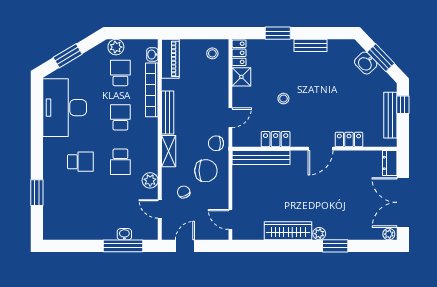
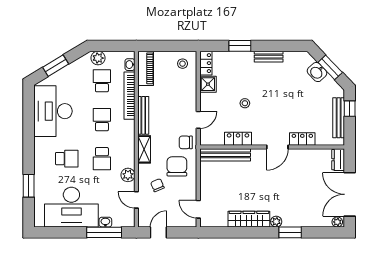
chair: (206, 171) -> (177, 166), turned -90
desk: (86, 217) -> (71, 207), added

